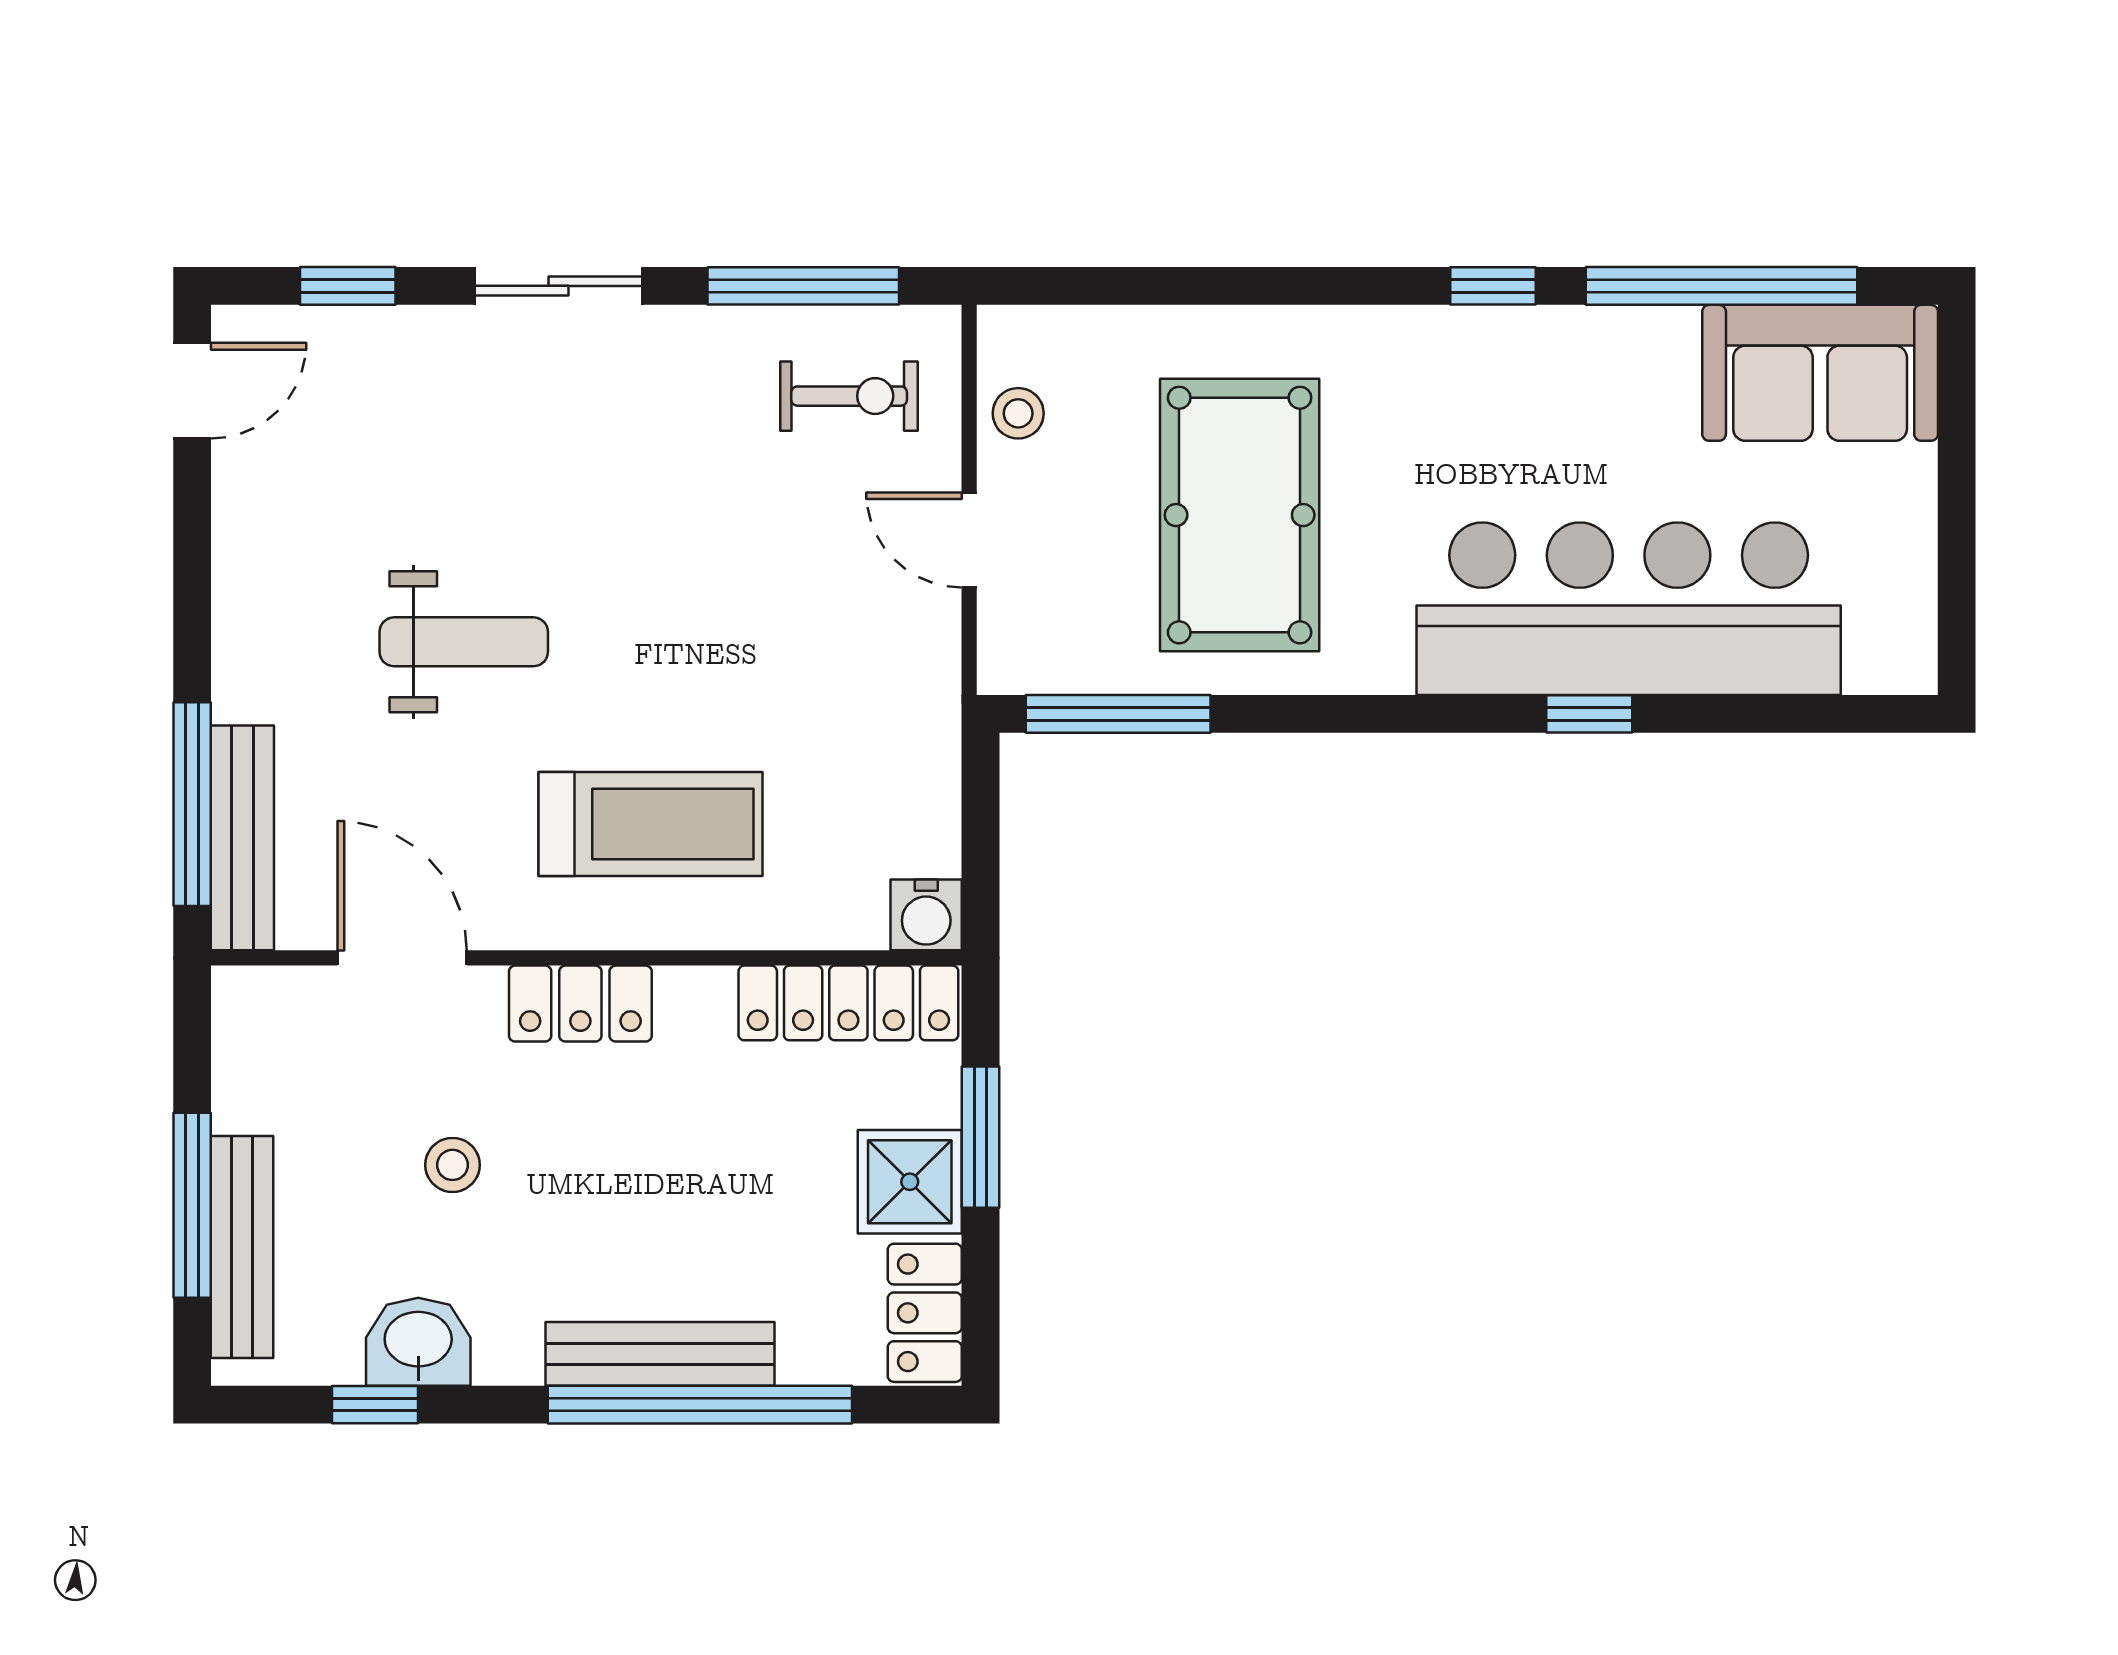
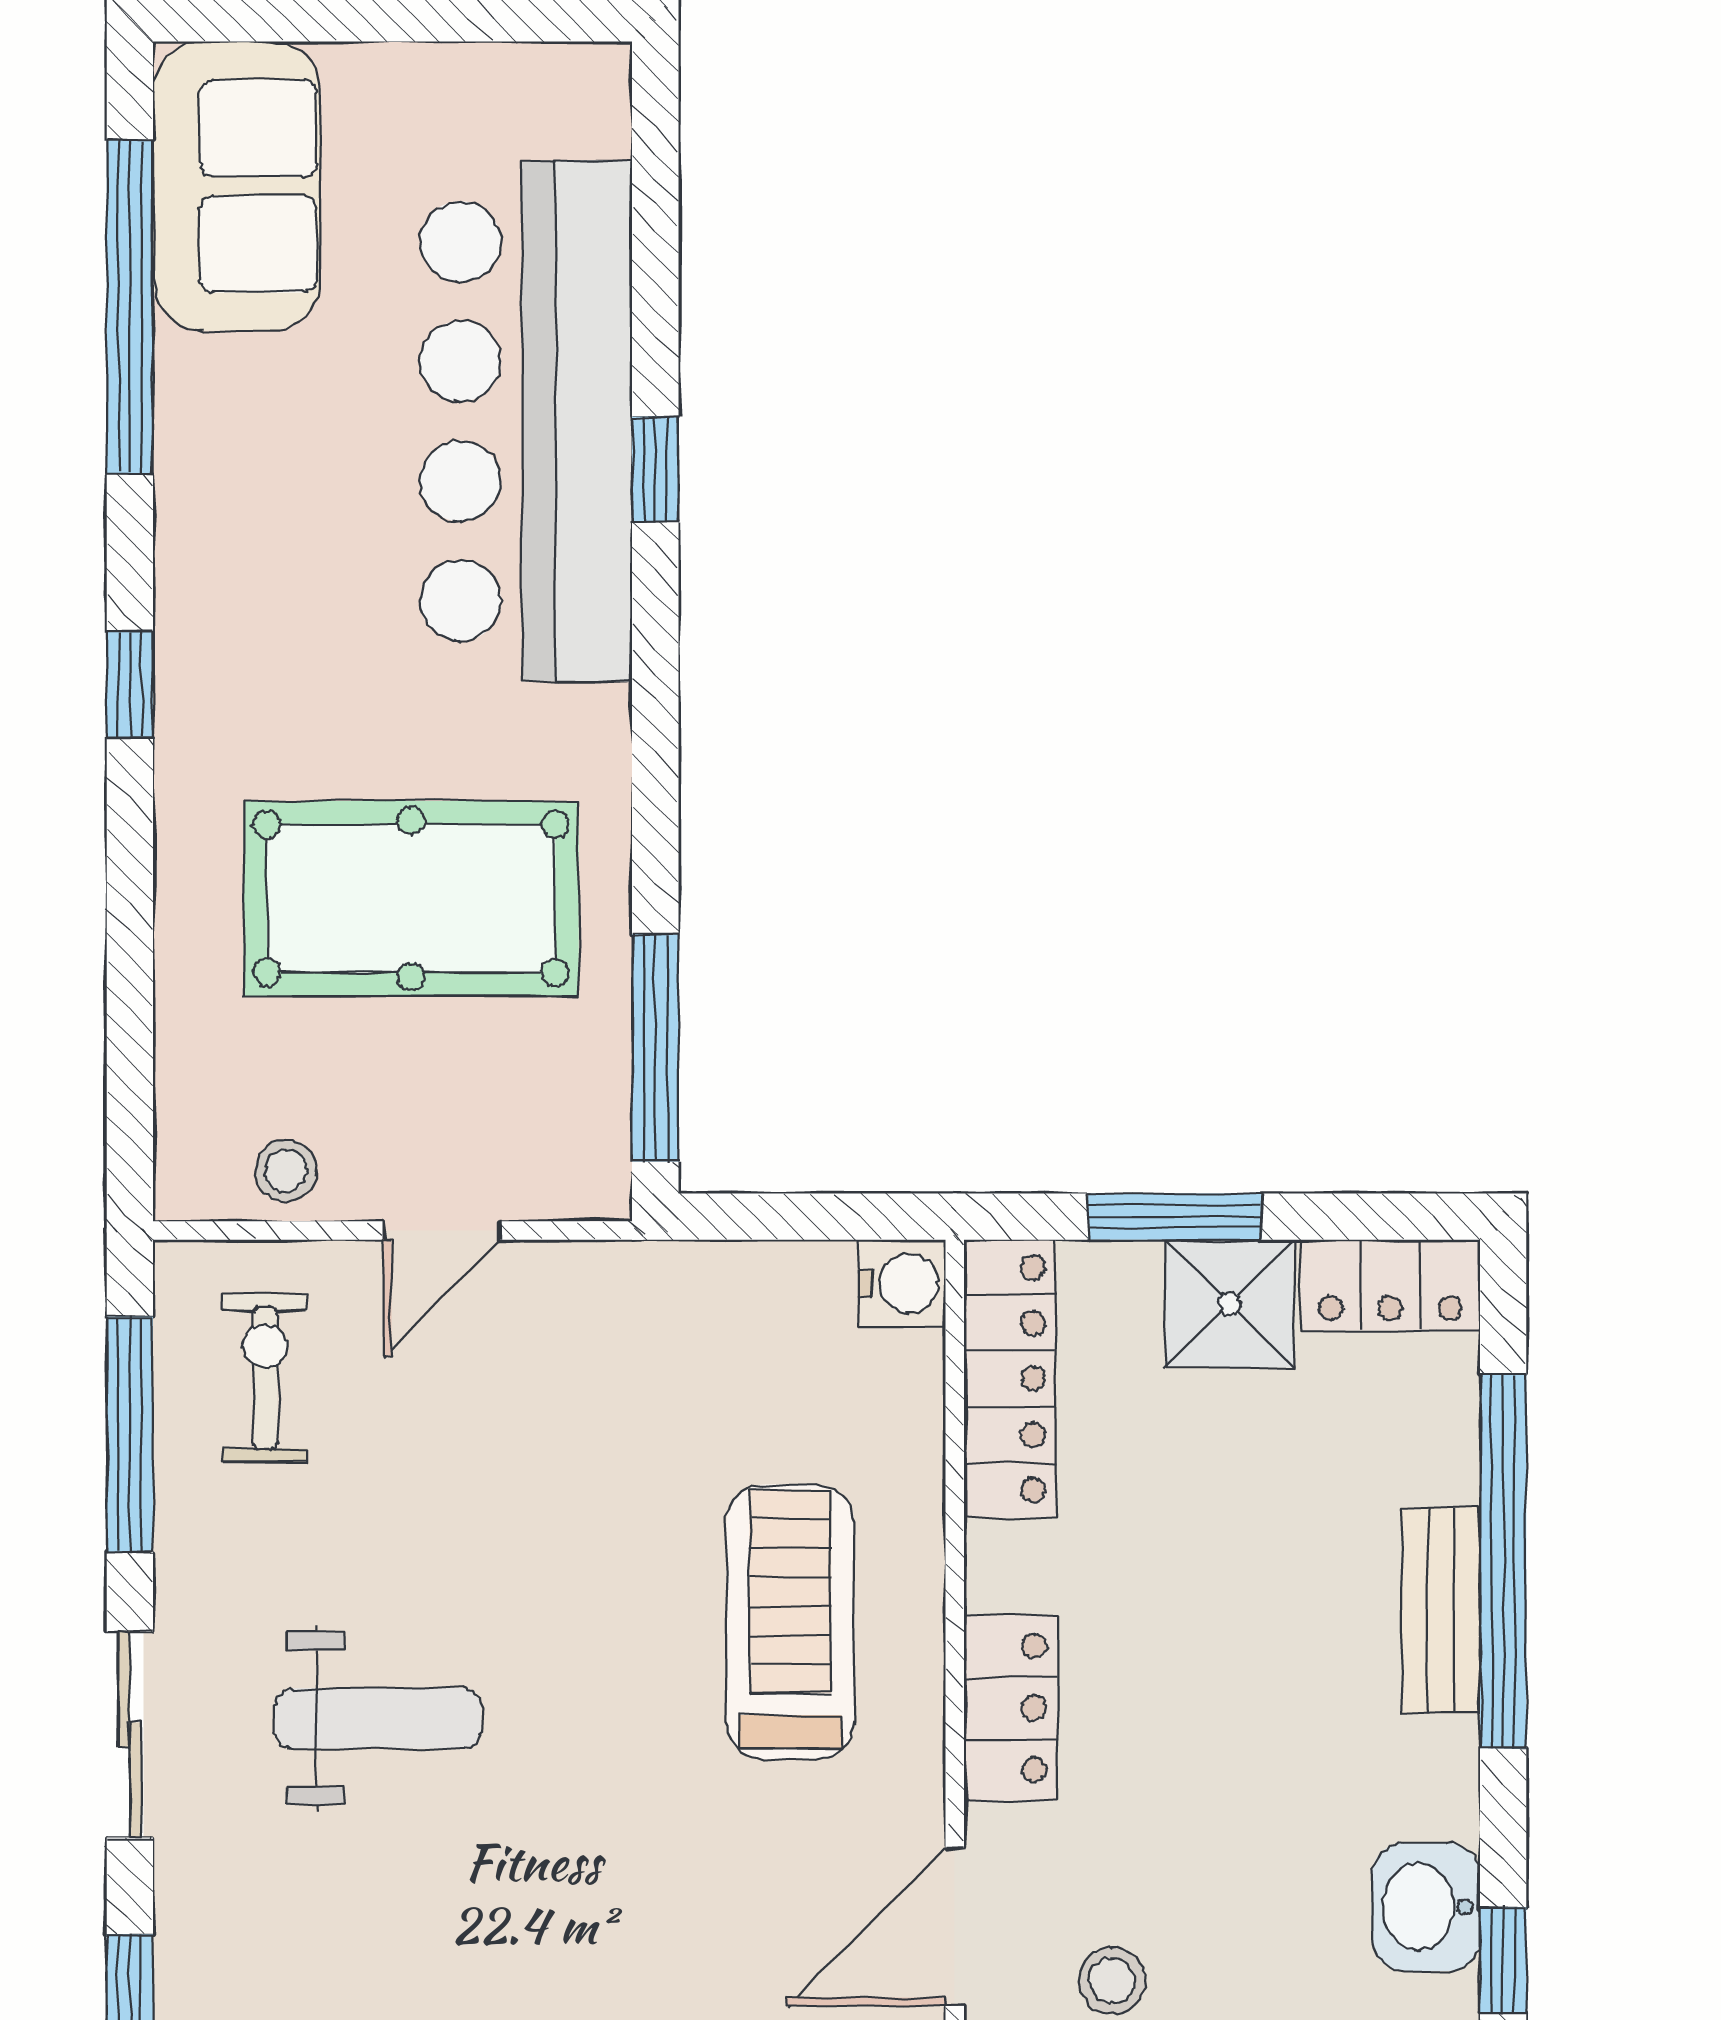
window: (1493, 286) -> (130, 685), moved
weight bench: (464, 642) -> (378, 1718), moved, turned 90
stool: (452, 1165) -> (1112, 1981), moved
bench: (660, 1354) -> (1441, 1610), width x0.73

